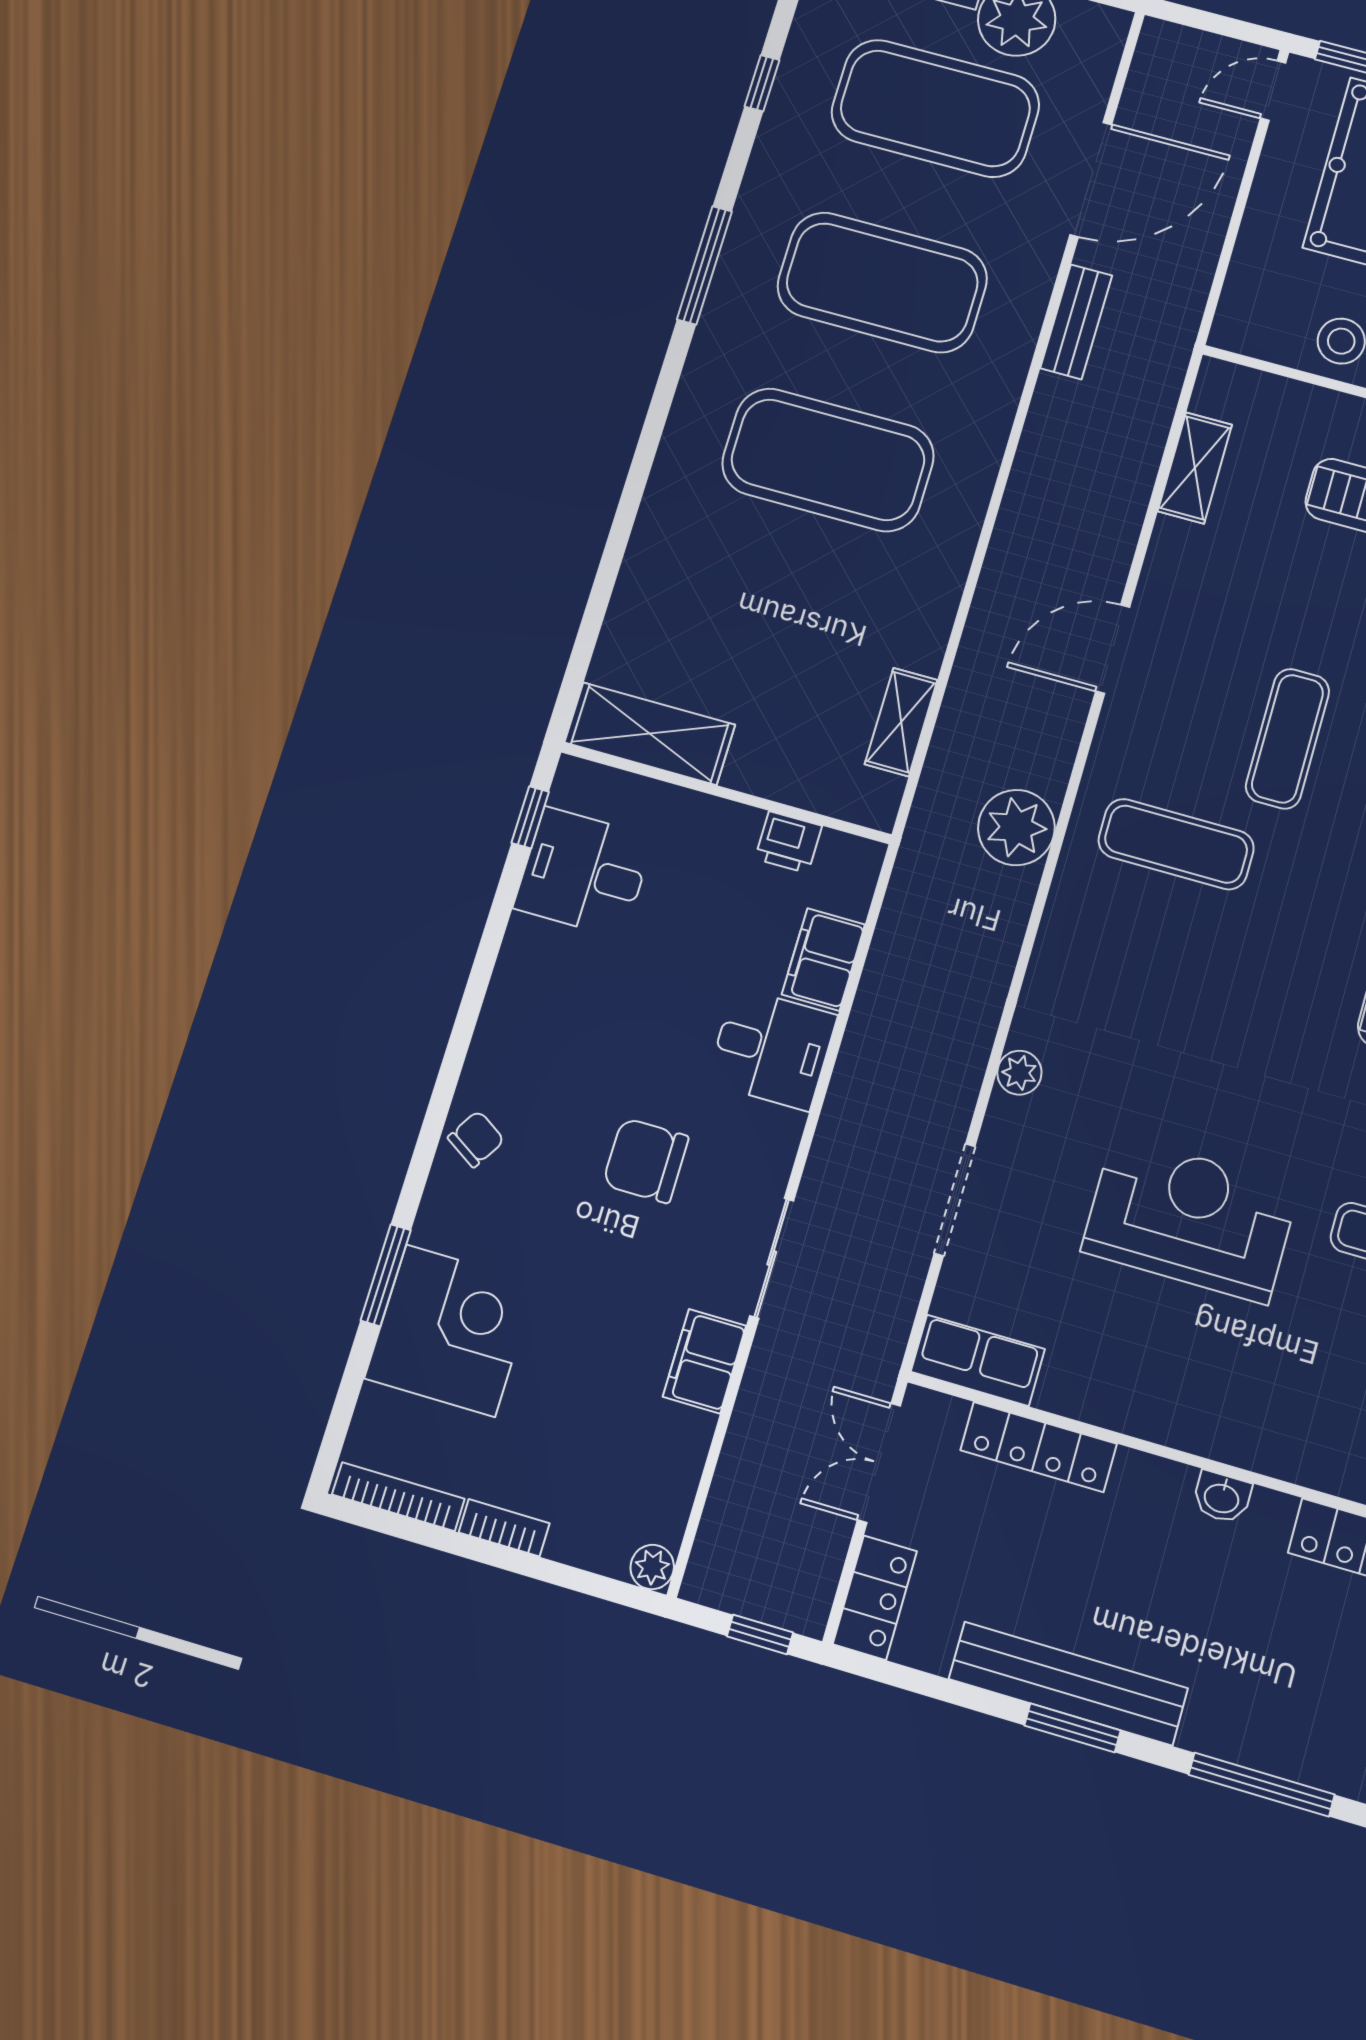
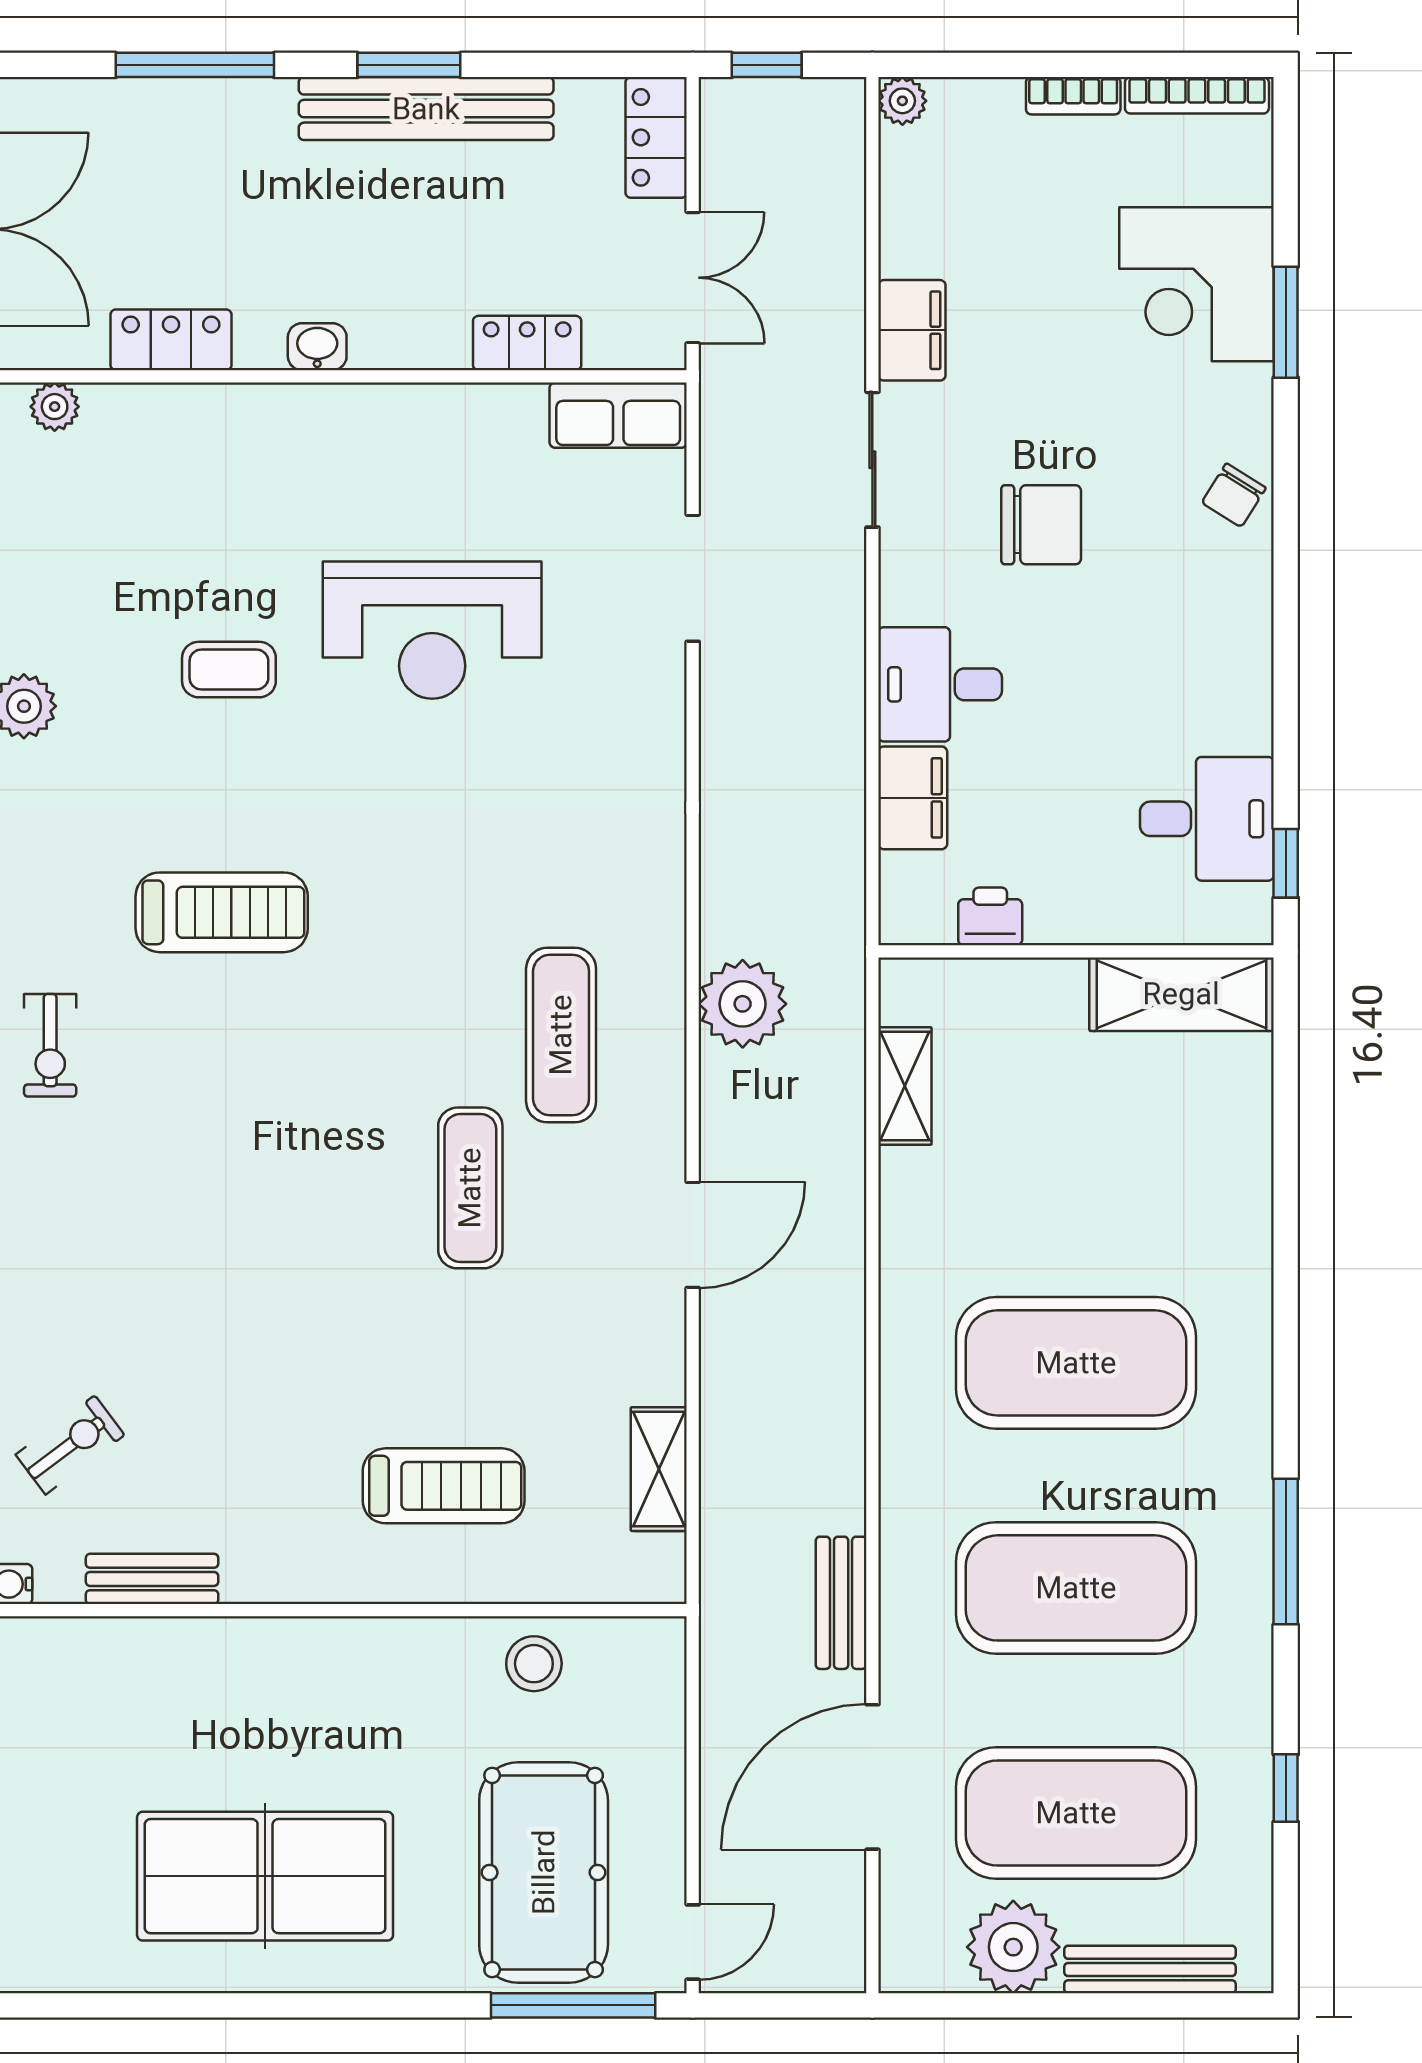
exercise mat: (1176, 844) -> (561, 1035), turned 90
plant: (1019, 1073) -> (662, 735), removed
locker: (1039, 1447) -> (527, 343), width x0.66

